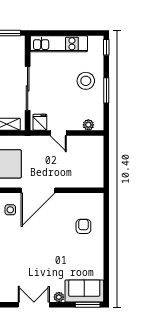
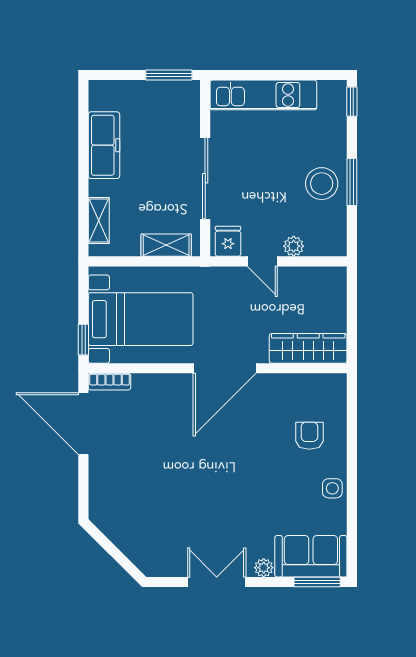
stool: (86, 81) -> (322, 184), moved
plant: (88, 125) -> (294, 246), moved
wardrobe: (83, 180) -> (308, 348), added
side table: (10, 210) -> (332, 488), moved

